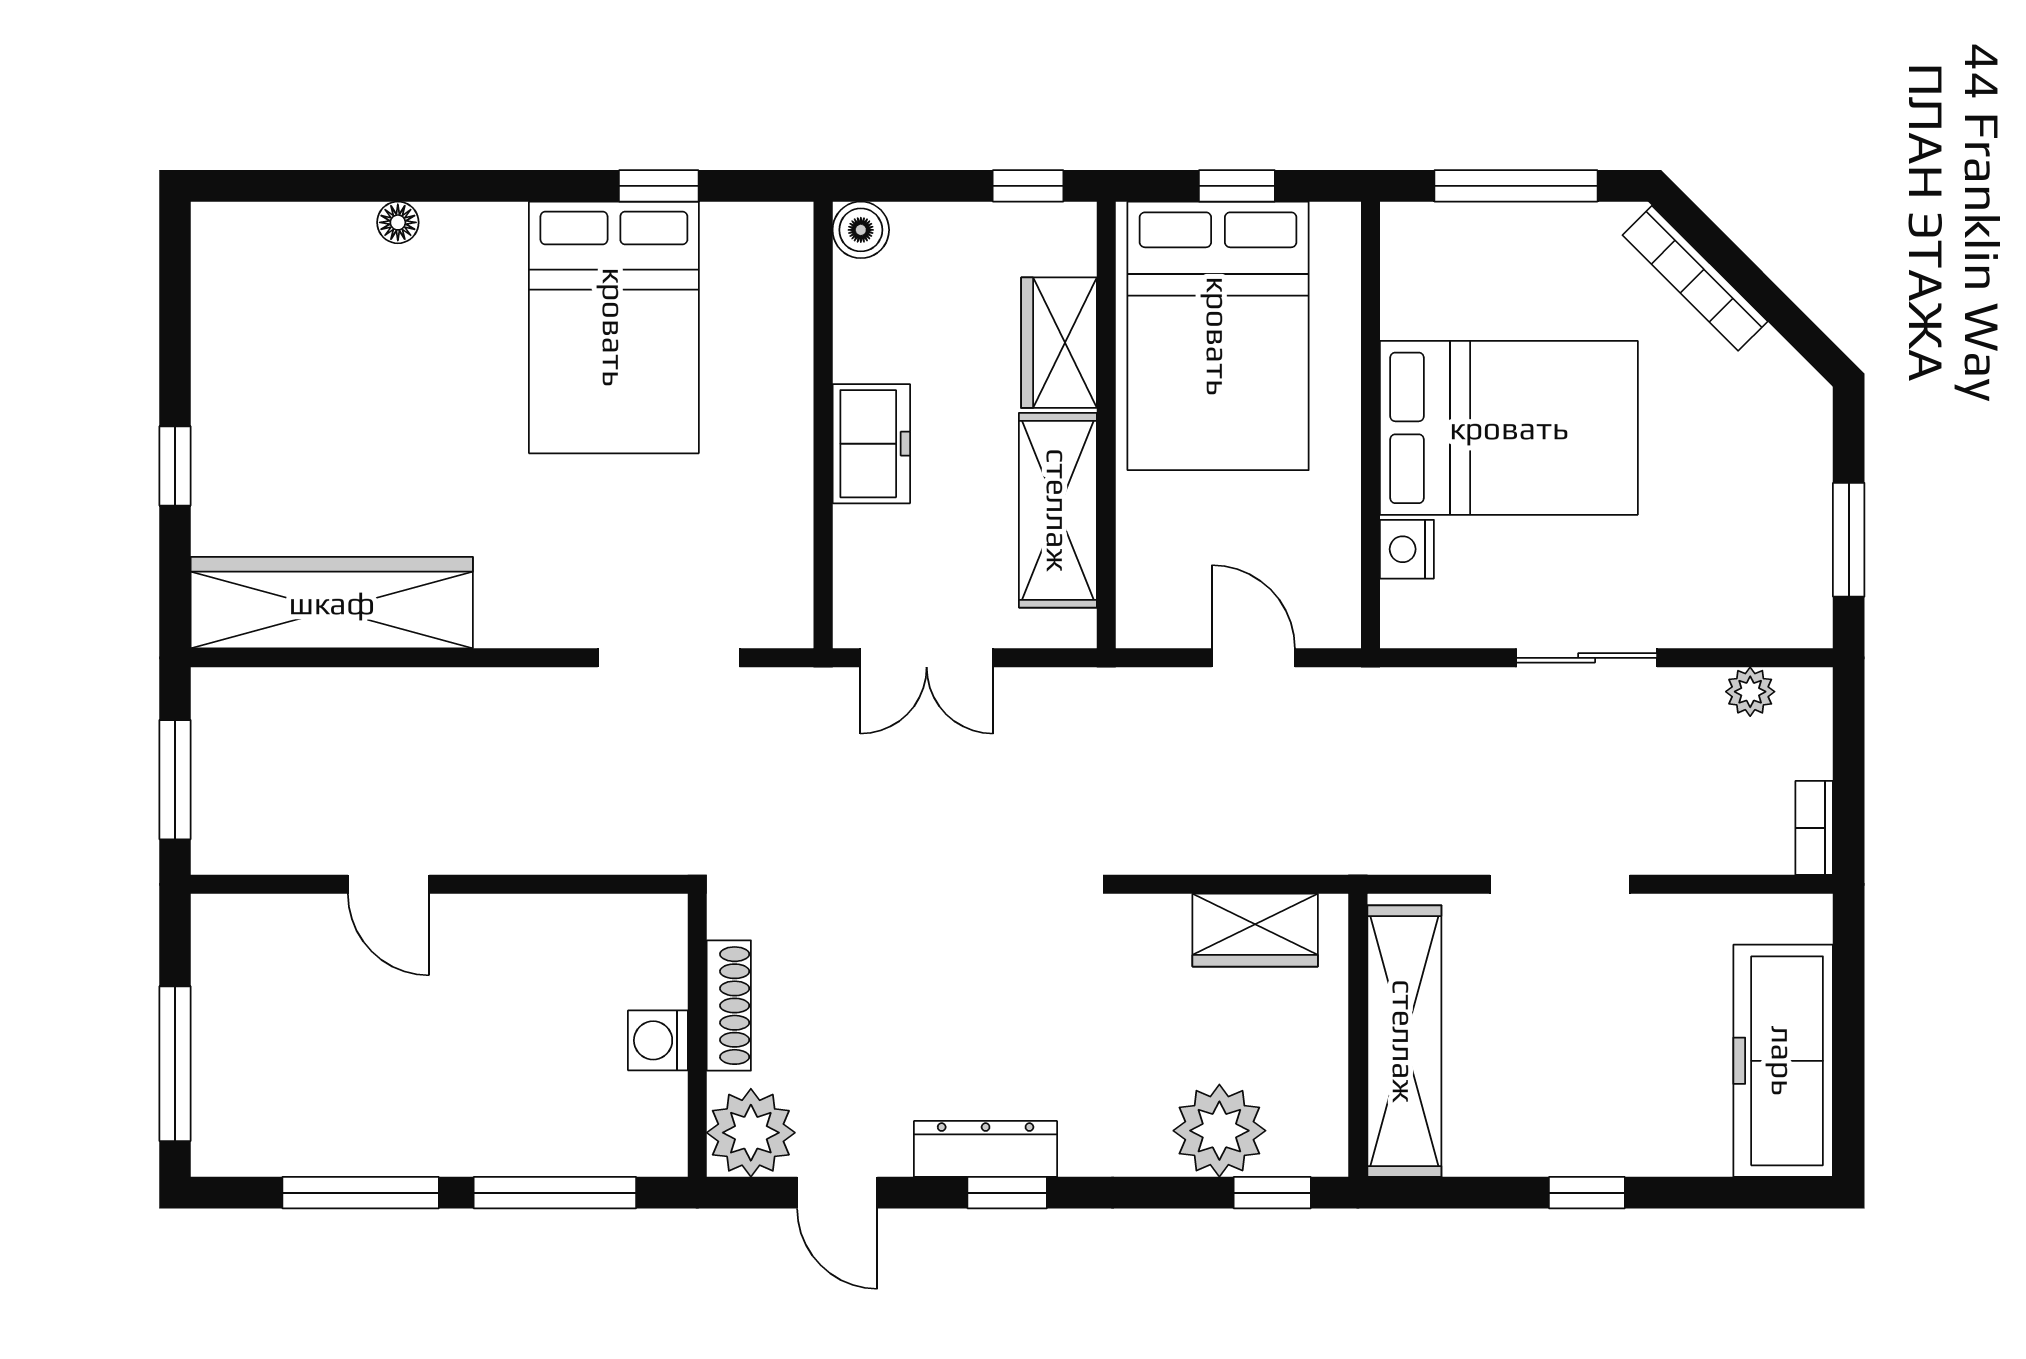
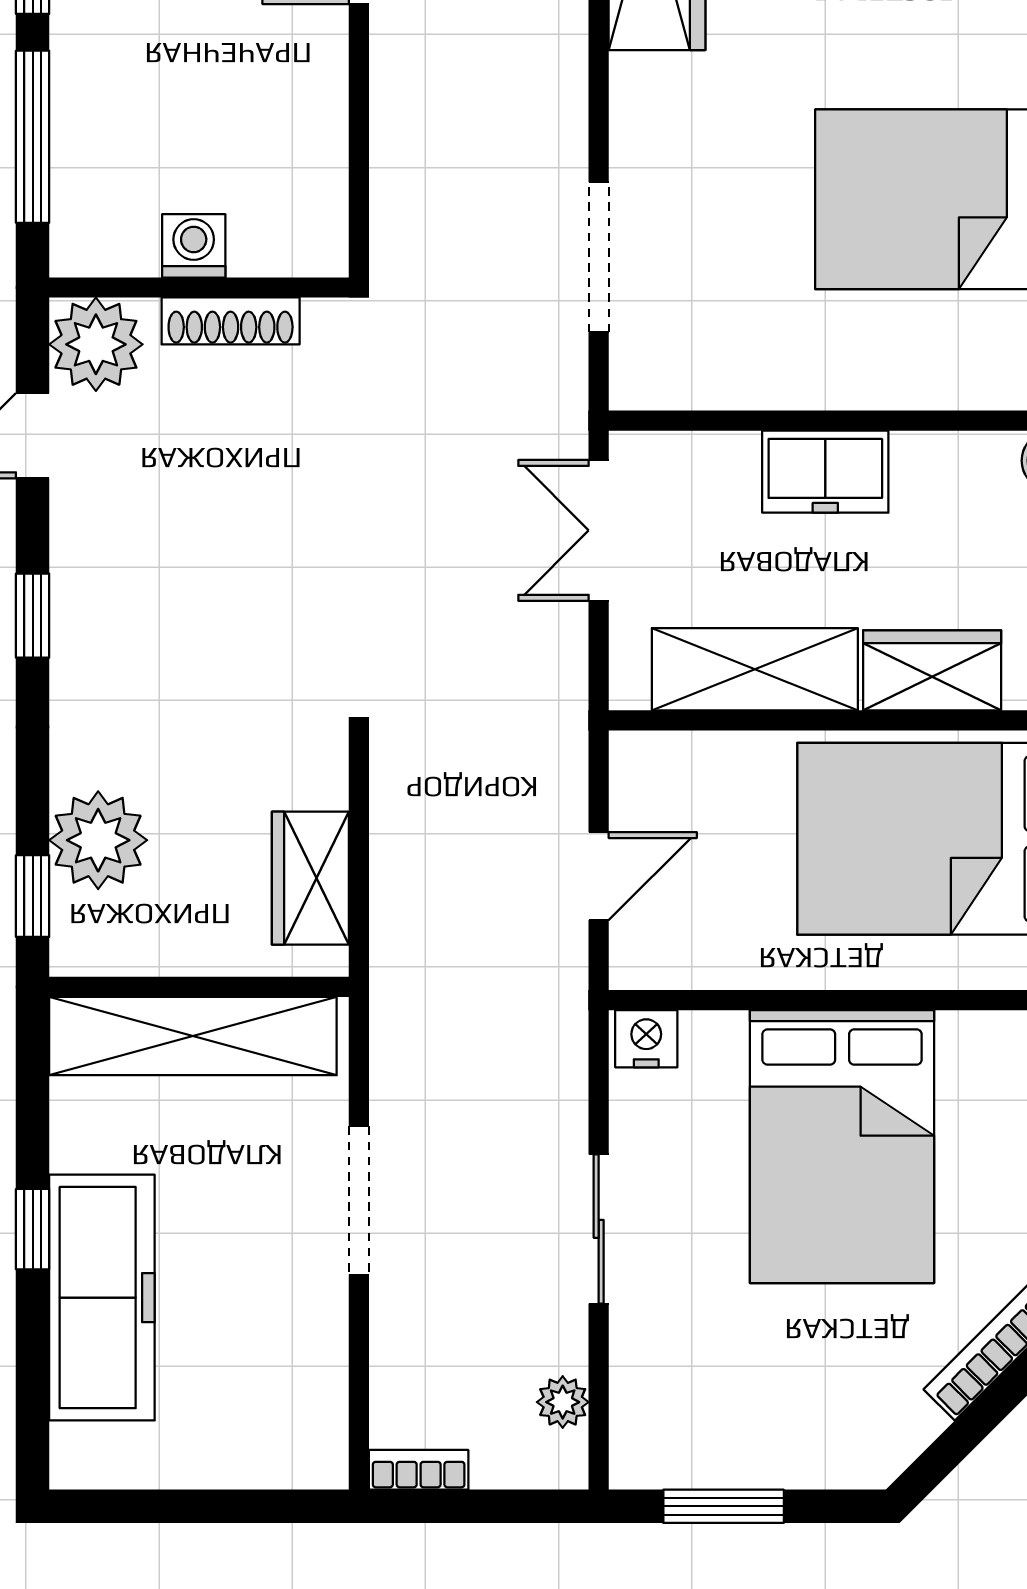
nightstand: (1407, 549) -> (646, 1039), moved
freezer: (1783, 1061) -> (102, 1298), moved, turned 90
dresser: (986, 1149) -> (79, 593), removed

